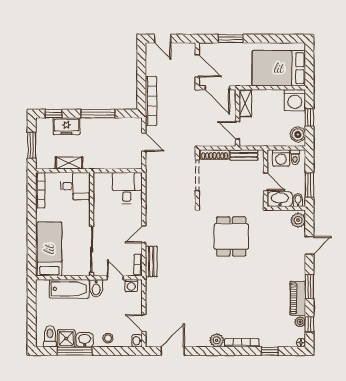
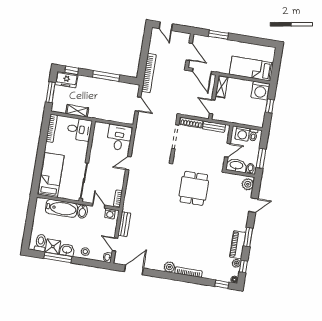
bed: (279, 68) -> (251, 69), width x0.67
freezer: (66, 126) -> (66, 80), moved
boiler: (298, 134) -> (258, 118), removed
door: (266, 182) -> (227, 150), hinge flipped
door: (144, 234) -> (128, 163), moved
bench: (151, 262) -> (124, 224), moved
window: (270, 351) -> (222, 284), moved

